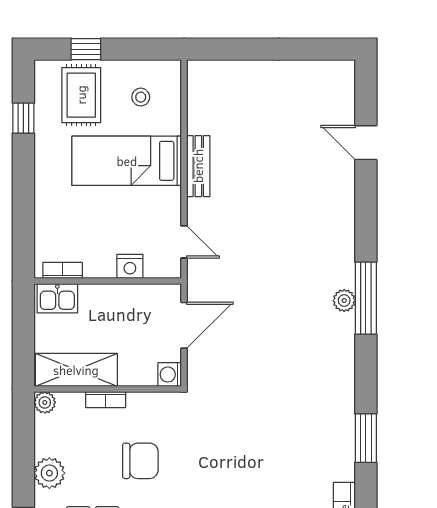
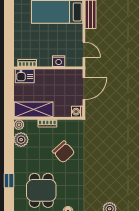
chair: (140, 461) -> (64, 152), turned 48
plant: (49, 473) -> (21, 140), moved

